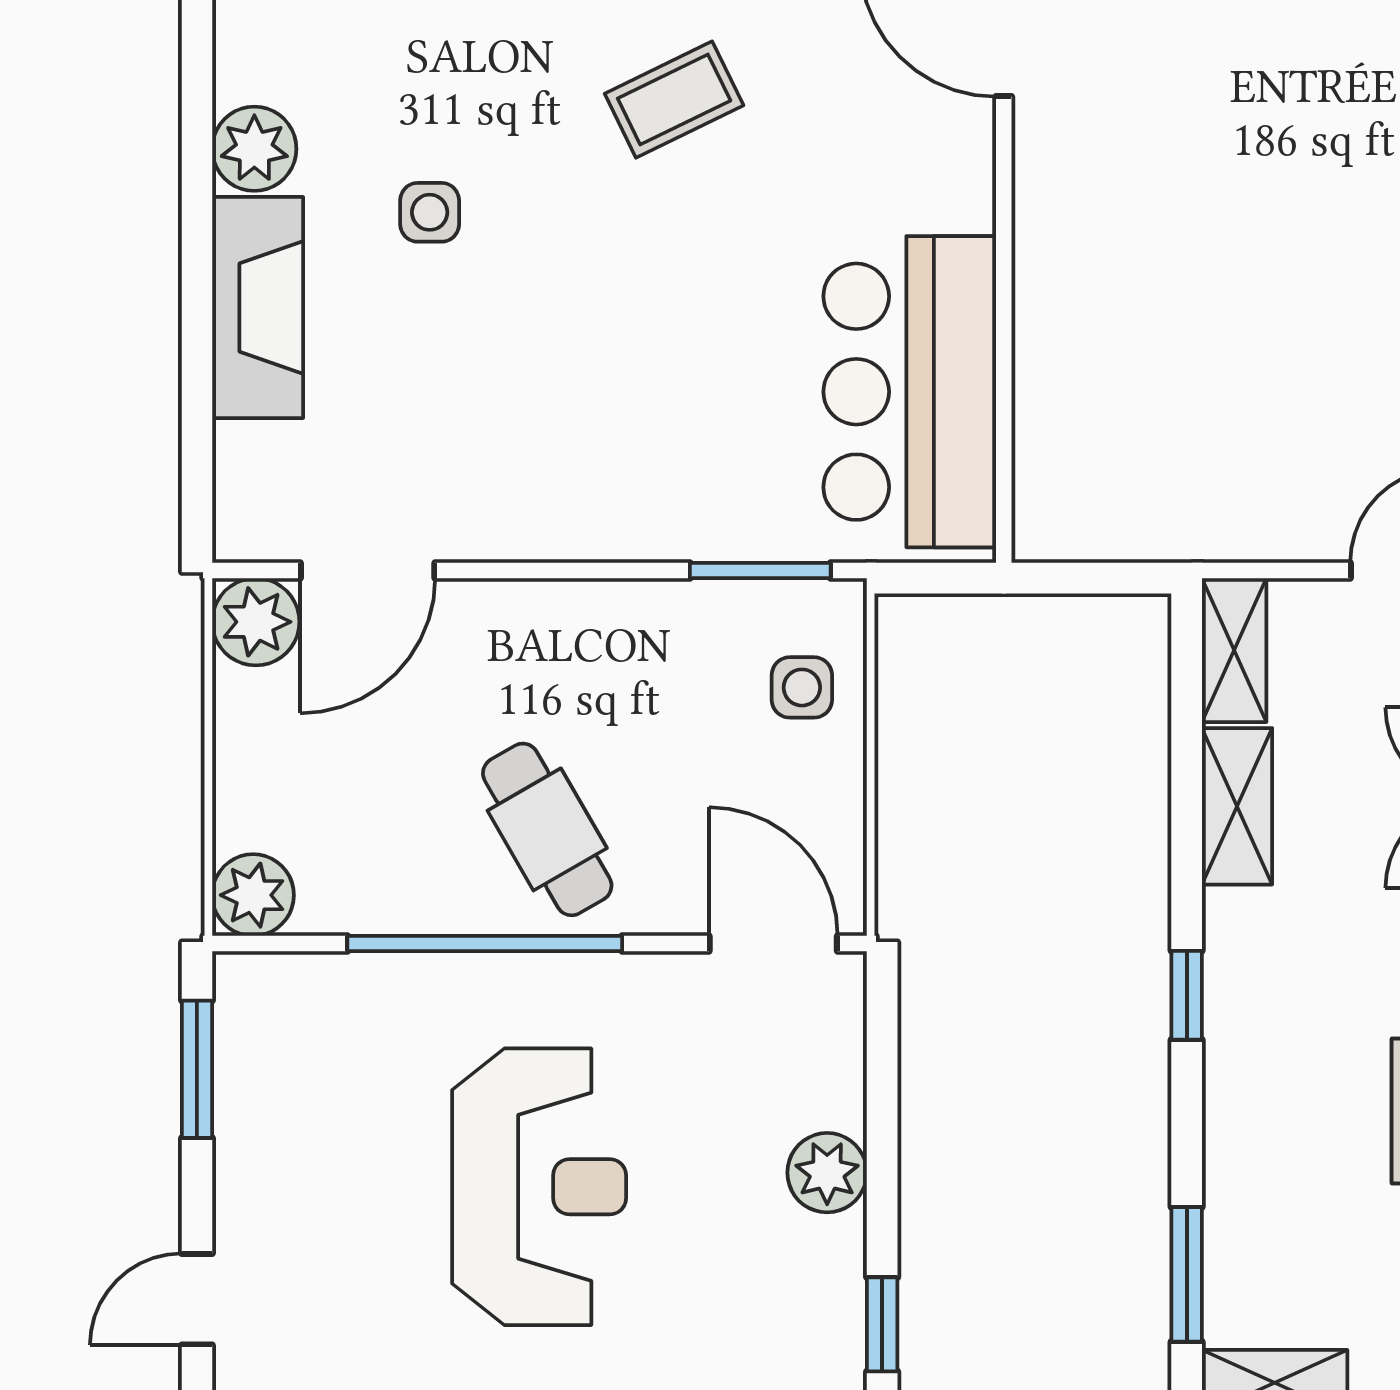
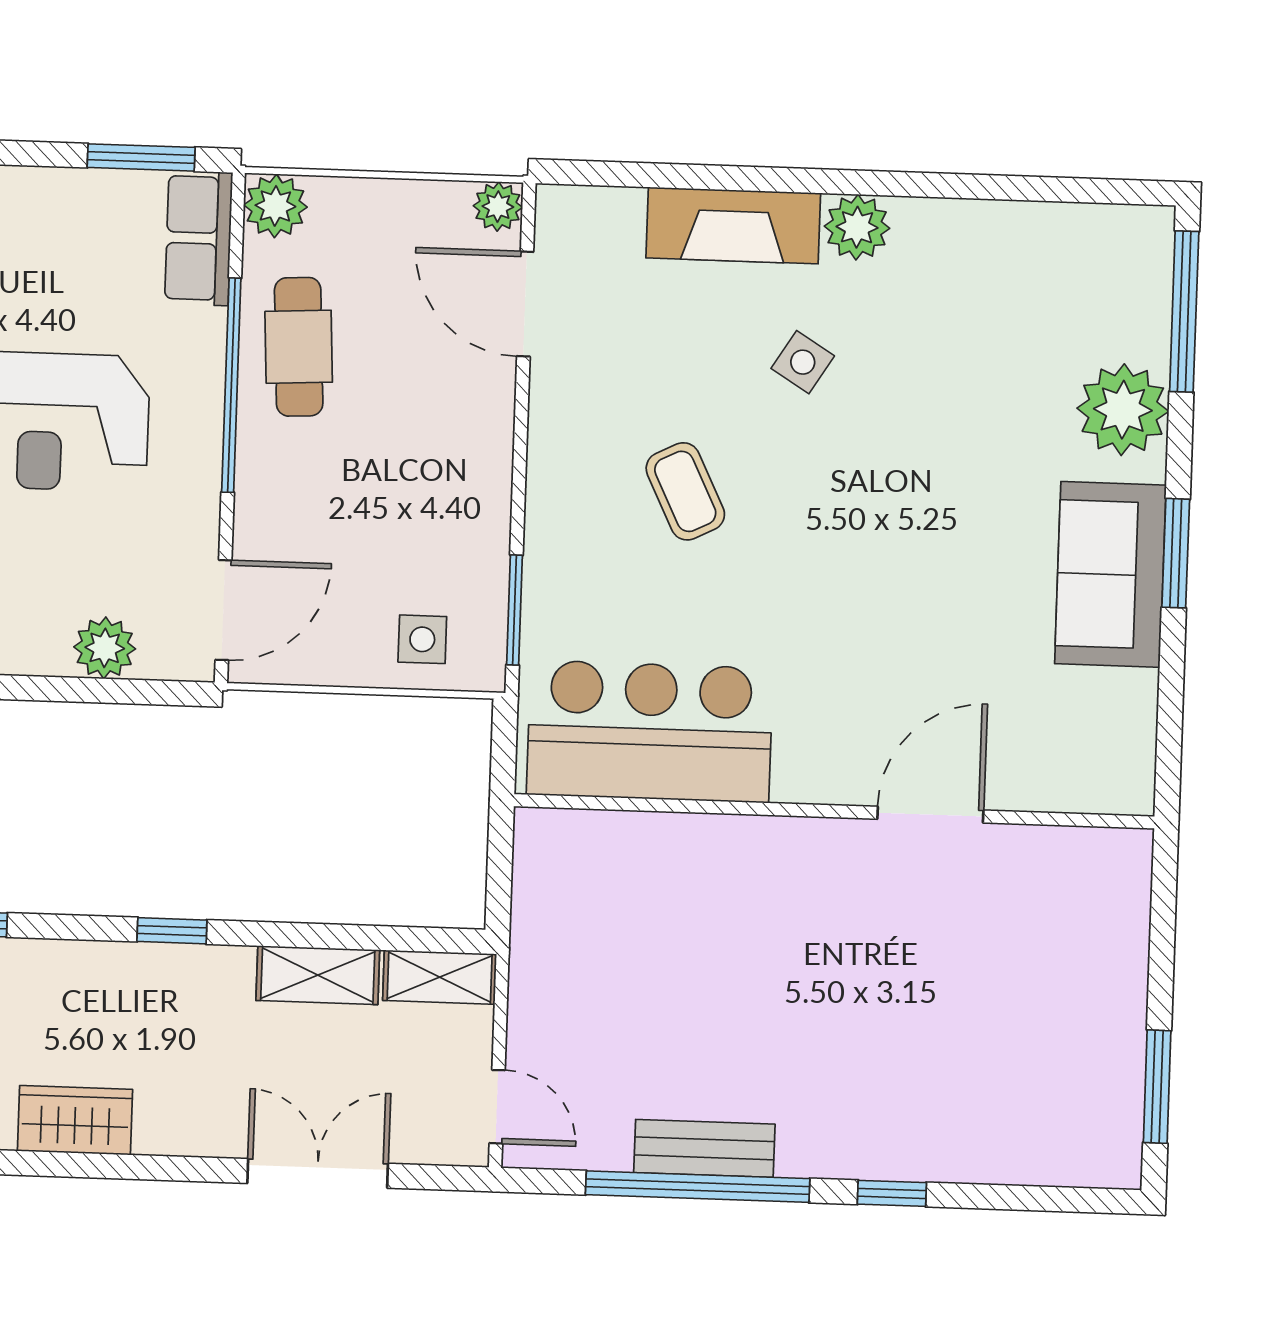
coffee table: (674, 100) -> (685, 491), moved
side table: (430, 212) -> (803, 362), turned 32
plant: (256, 622) -> (498, 207), width x0.73, depth x0.73
cafe table: (547, 829) -> (299, 347), moved, turned -63
row of seats: (298, 992) -> (199, 238), added
plant: (827, 1173) -> (105, 648), moved

